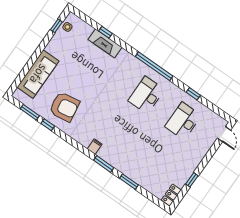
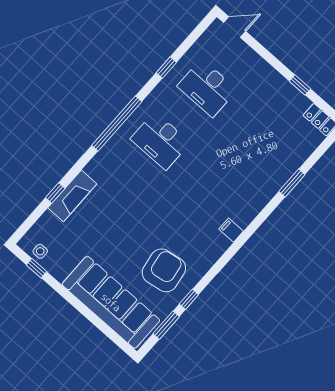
sofa: (38, 74) -> (111, 302), width x1.36, depth x1.27
window: (104, 164) -> (260, 219), removed

